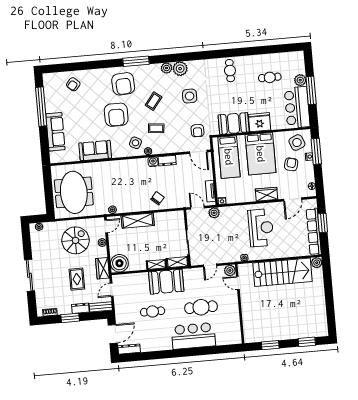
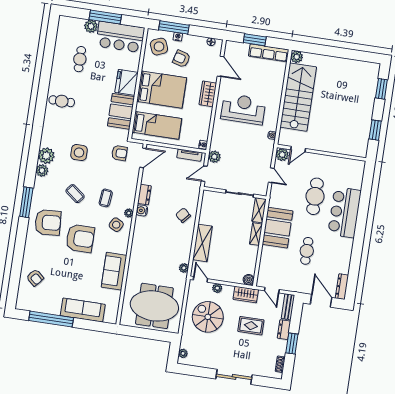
row of seats: (314, 232) -> (269, 53), width x0.73
boiler: (119, 263) -> (249, 280), width x0.54, depth x0.54

